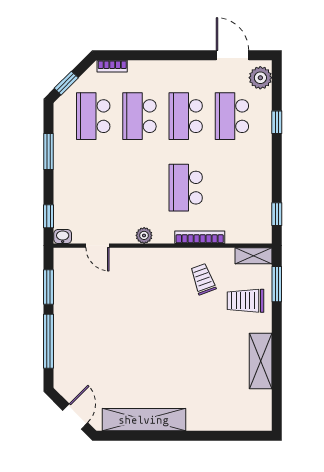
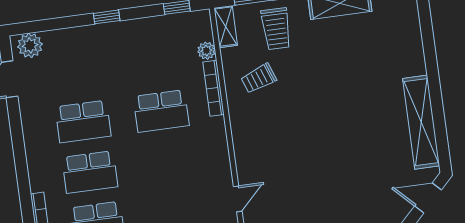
school desk: (232, 116) -> (76, 71), removed
window: (277, 122) -> (107, 17), moved
plant: (144, 235) -> (206, 51), moved

